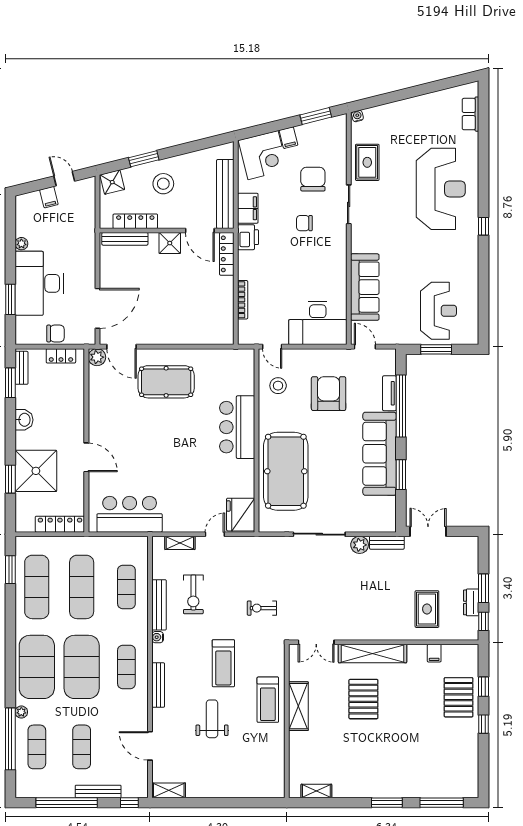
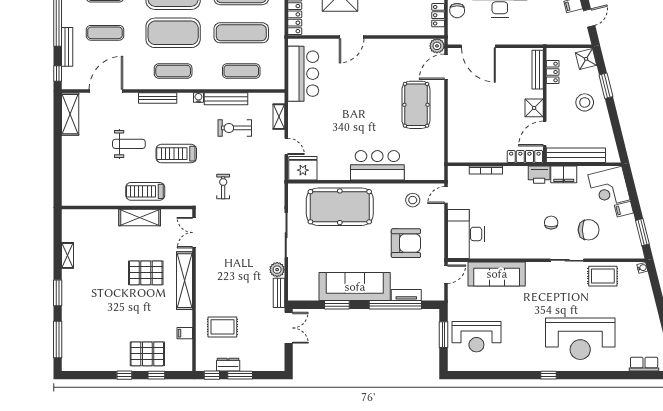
locker: (135, 221) -> (553, 72), width x0.66
door: (150, 746) -> (106, 91), width x1.36
shelving: (169, 790) -> (70, 114), width x1.50, depth x1.33
shelving: (316, 791) -> (67, 255), moved

